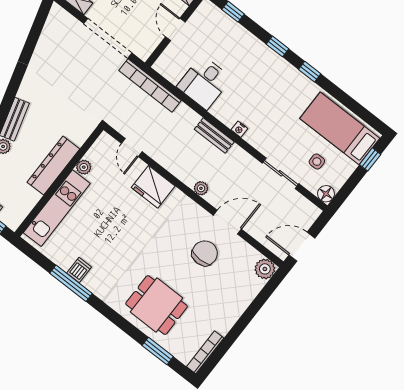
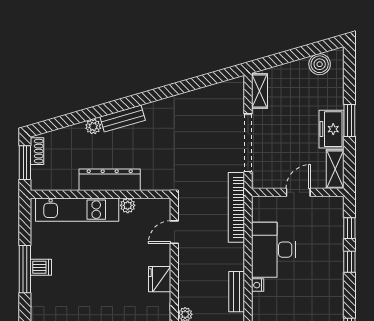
window: (277, 46) -> (349, 262), moved
desk: (204, 82) -> (273, 250), width x1.37
nightstand: (239, 129) -> (258, 285), moved
fridge: (153, 187) -> (160, 279), width x0.73, depth x0.75

